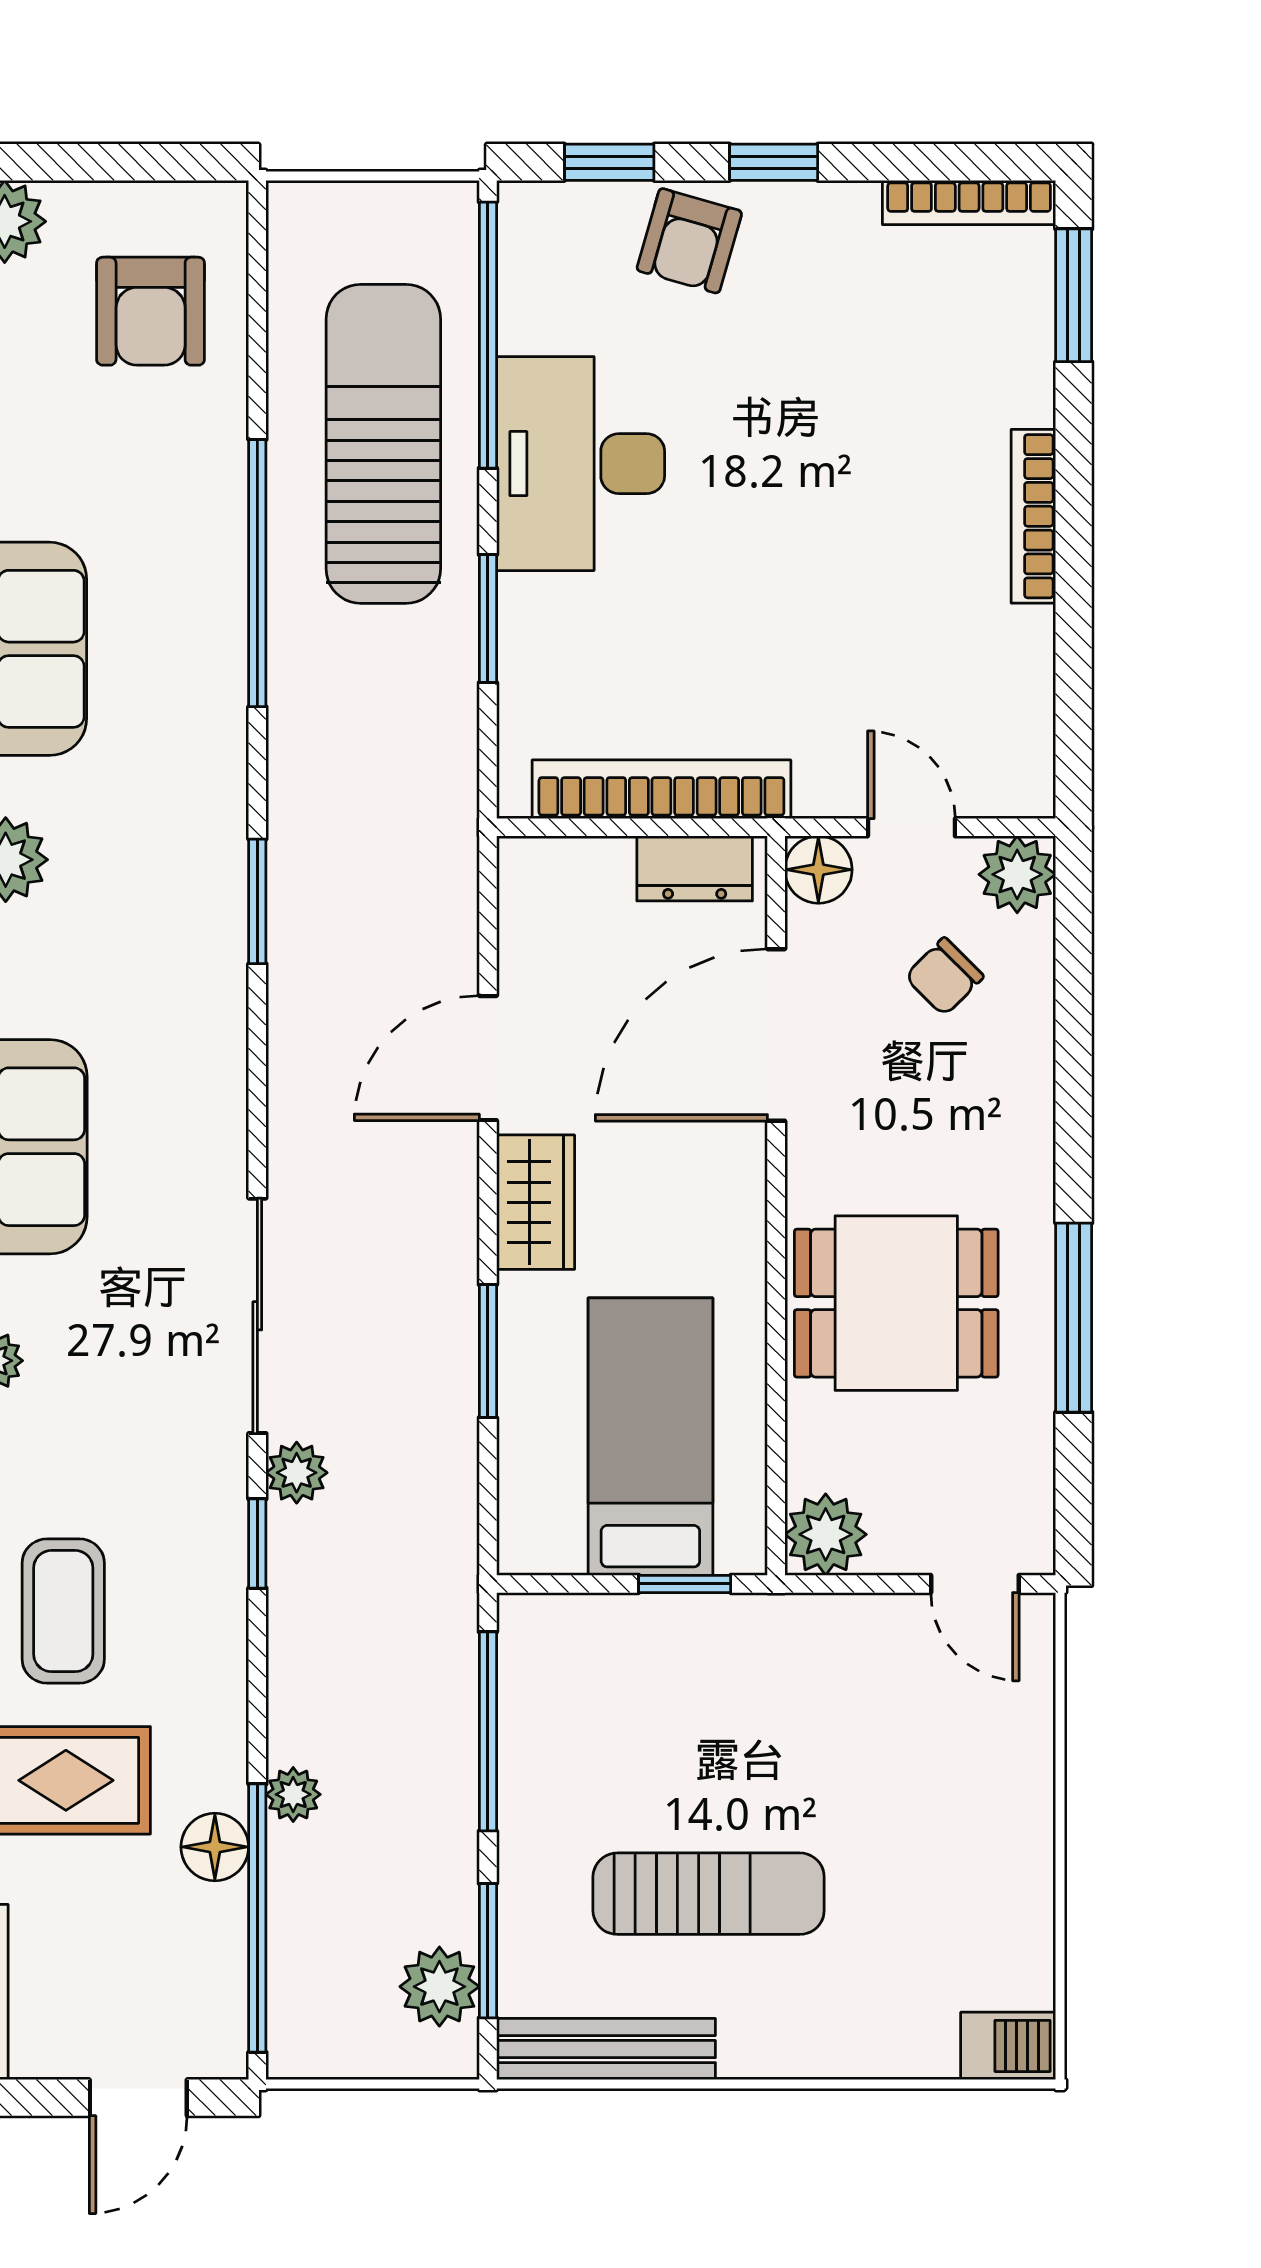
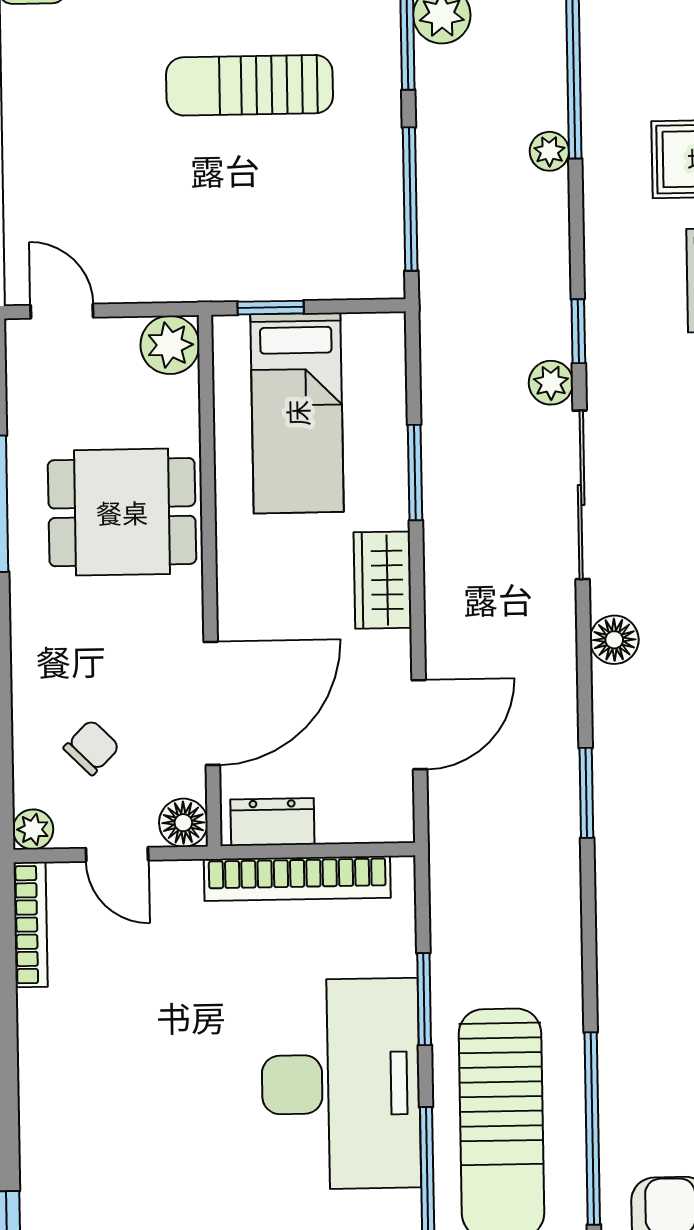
desk: (581, 464) -> (341, 1084), width x1.36, depth x1.30
bookcase: (1033, 516) -> (31, 925), moved
window: (257, 573) -> (592, 1128), moved
plant: (1017, 874) -> (33, 829), width x0.73, depth x0.73
door: (488, 1058) -> (419, 725), moved
floor lamp: (215, 1847) -> (614, 640), moved

